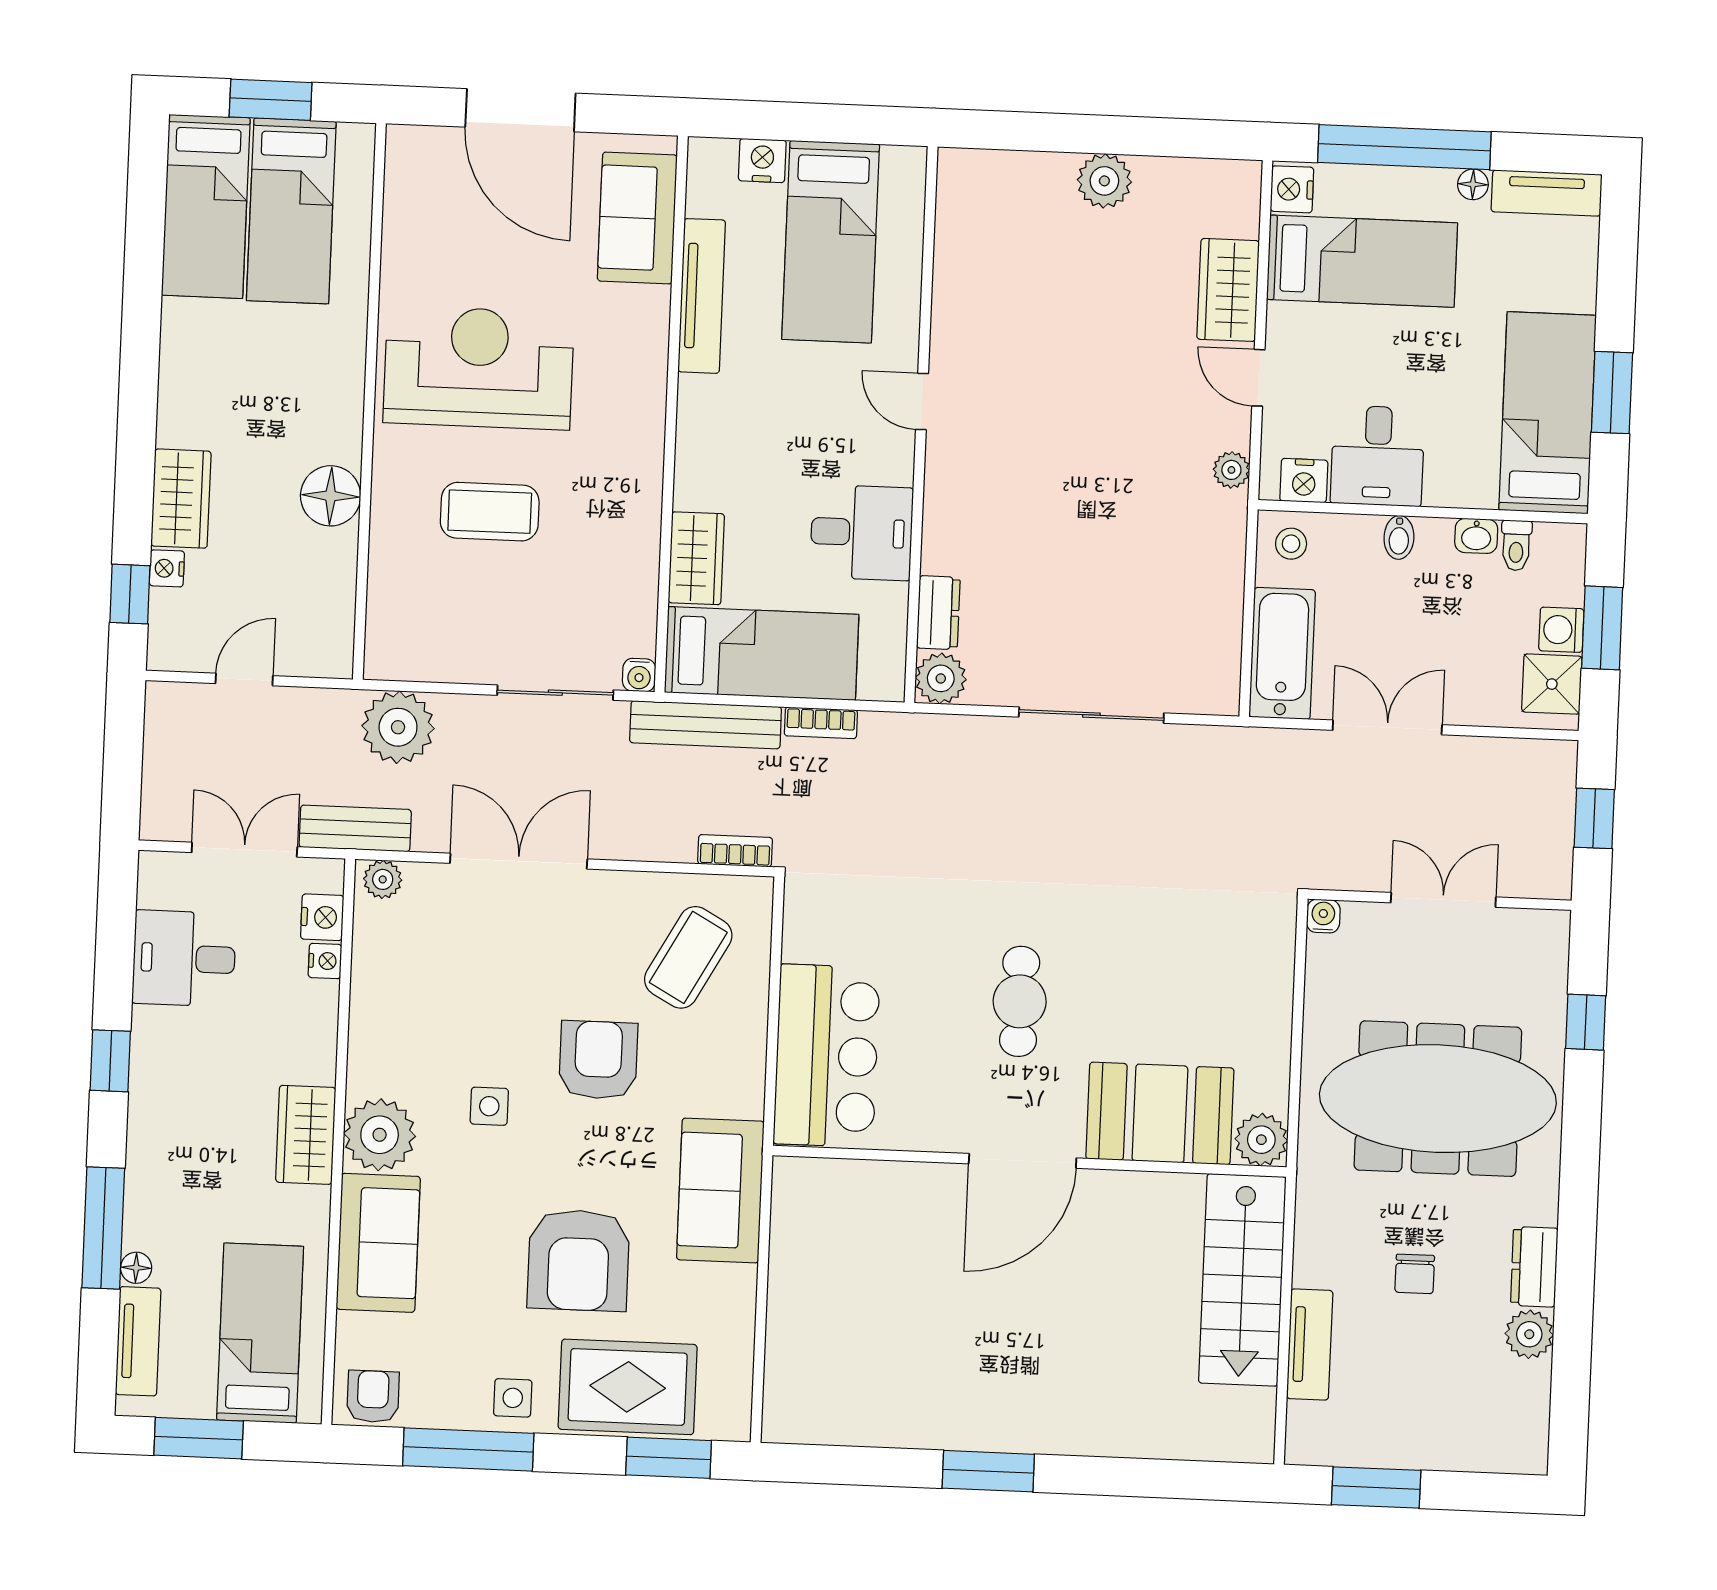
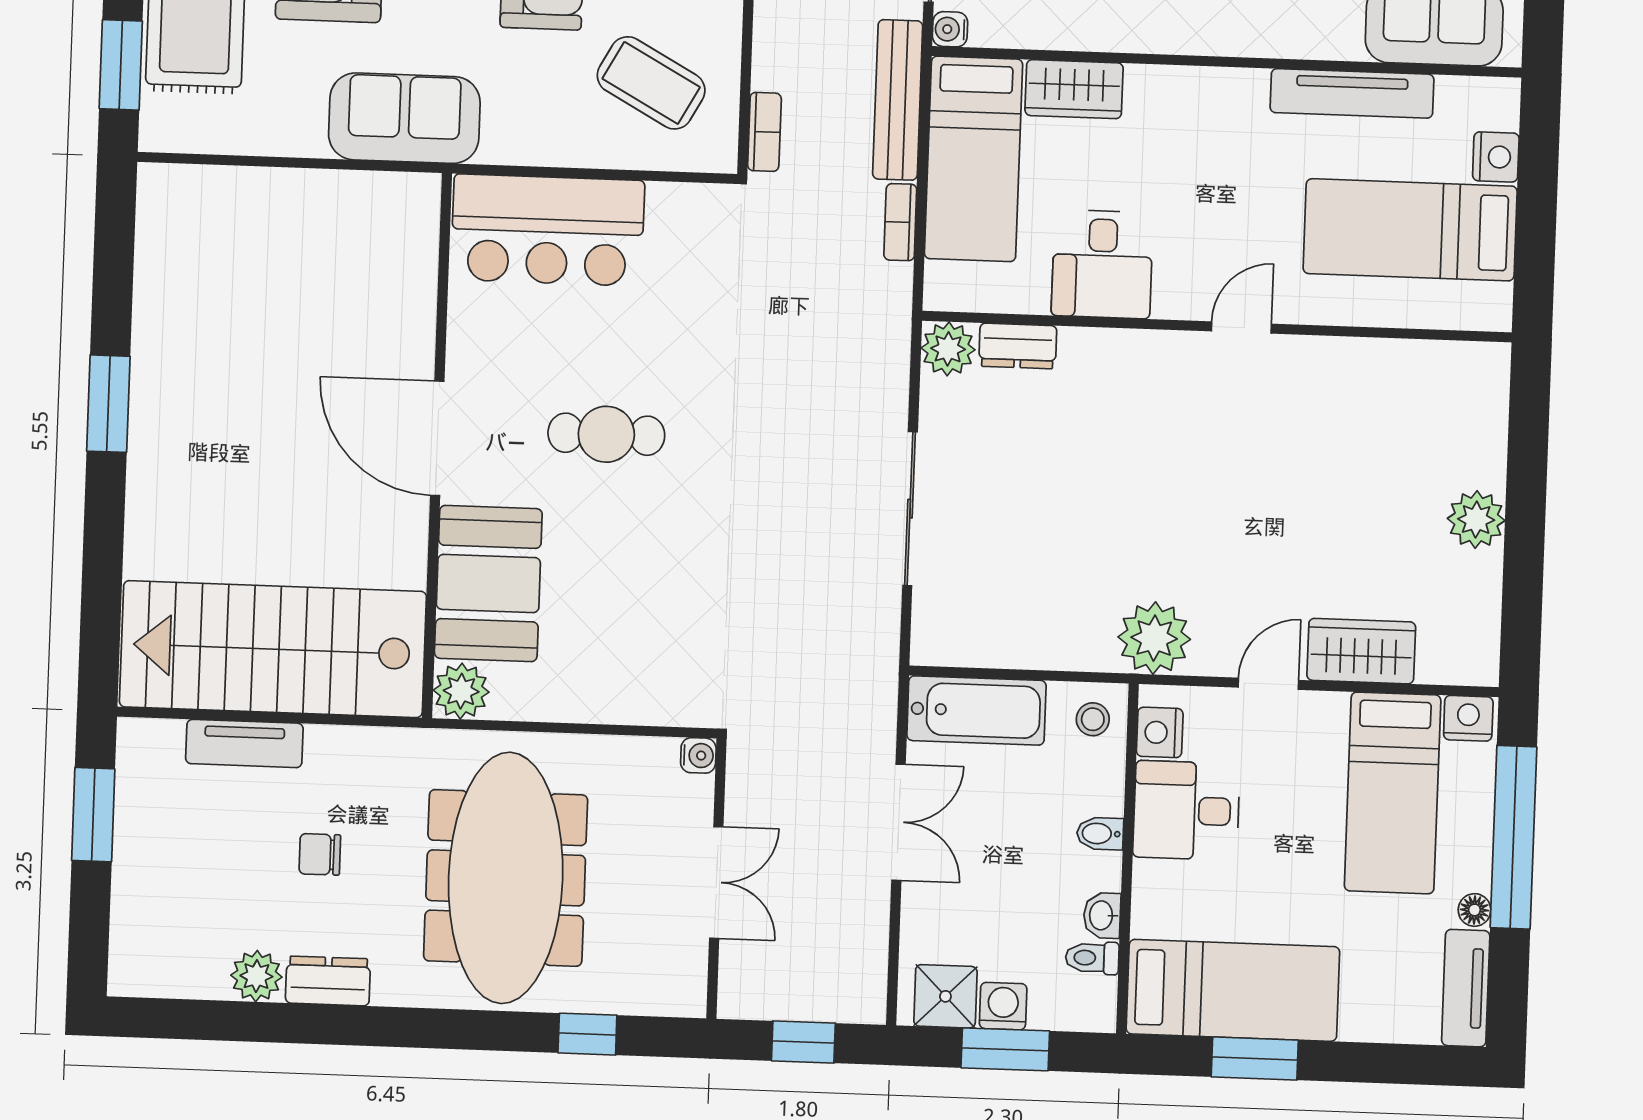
plant: (1231, 470) -> (1154, 638), width x1.87, depth x1.87
stairs: (1242, 1280) -> (273, 649), width x1.36, depth x1.51

